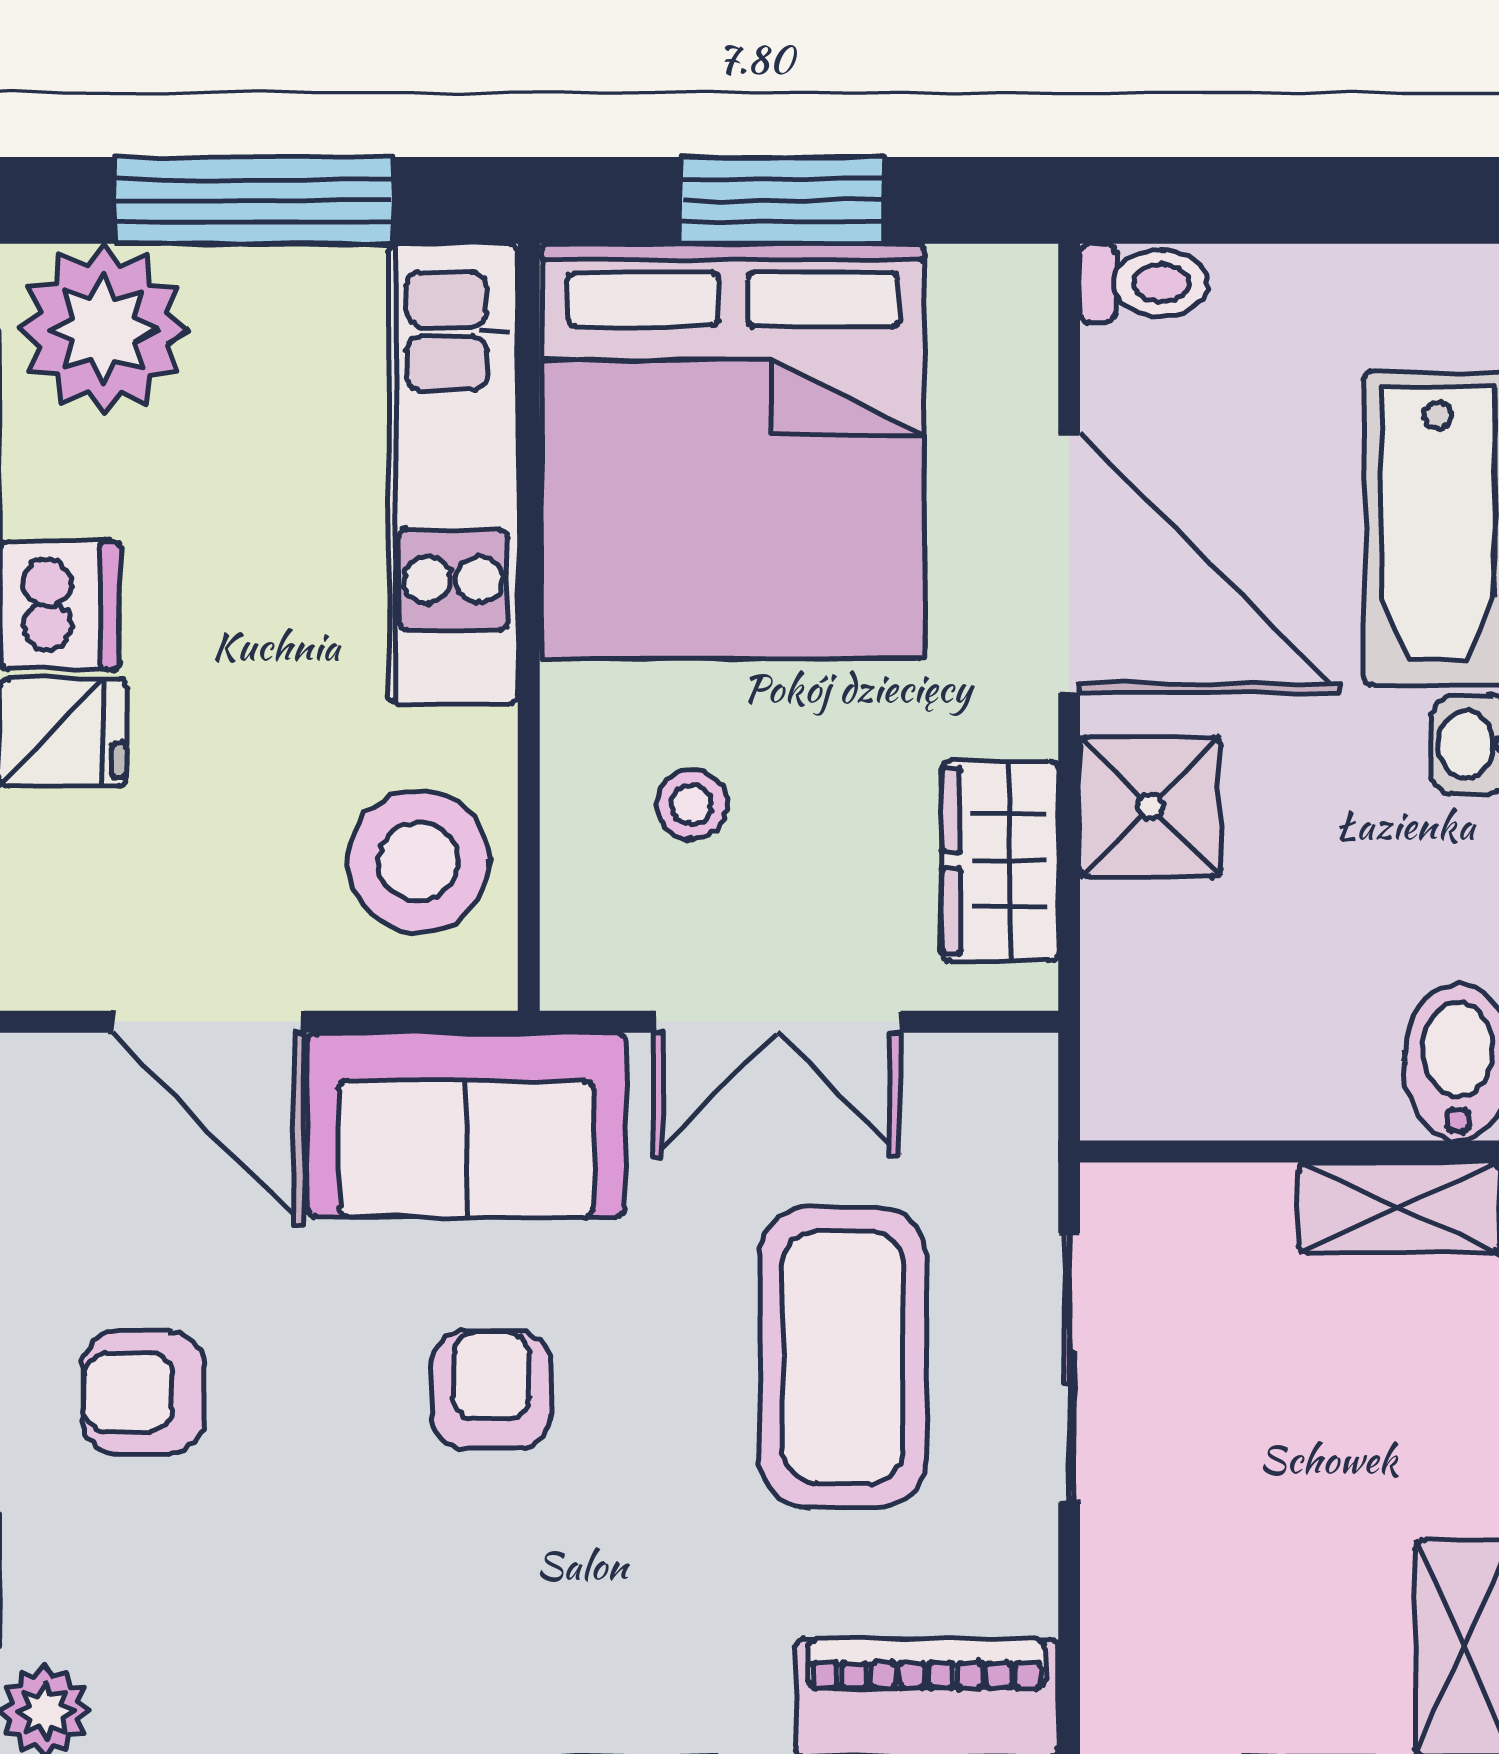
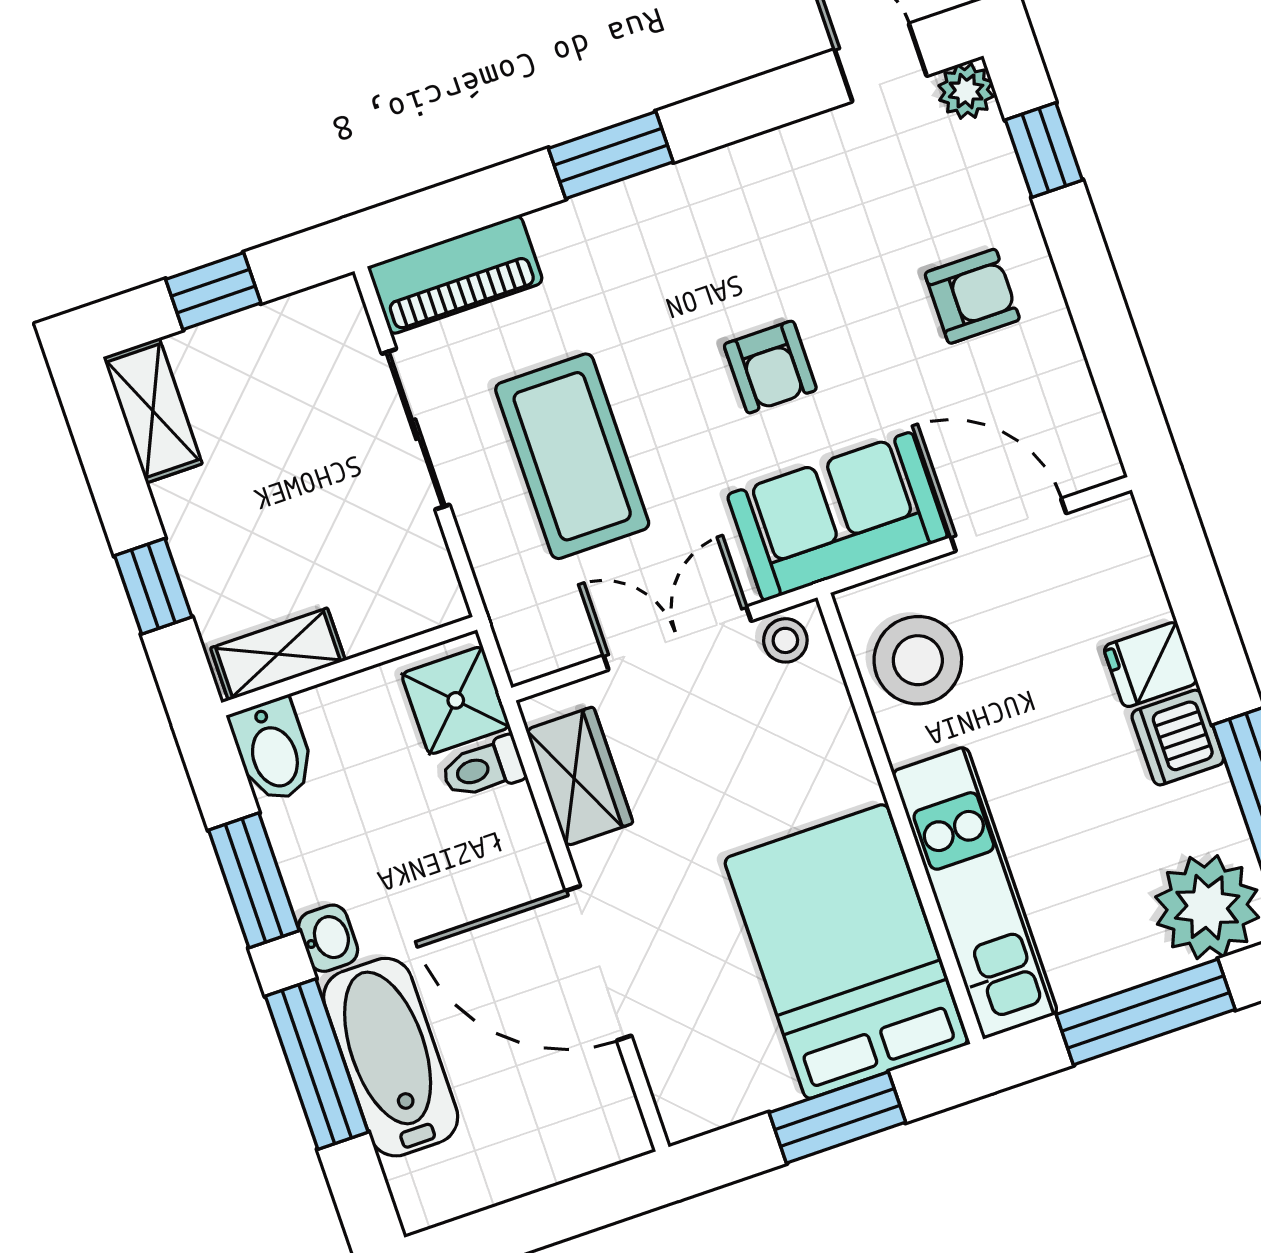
toilet: (1144, 283) -> (483, 768), moved
bed: (733, 451) -> (846, 951), width x0.73
stool: (692, 804) -> (785, 640), moved
shower: (1150, 806) -> (456, 700), moved
sliding door: (1069, 1368) -> (416, 429), moved

